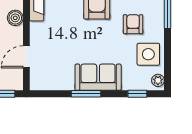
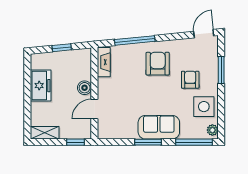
boiler: (15, 18) -> (85, 88), moved
window: (137, 94) -> (194, 142), width x2.17

